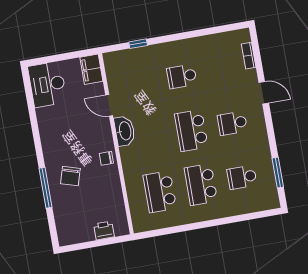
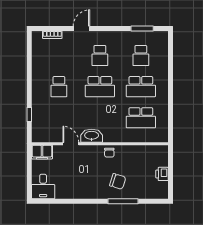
desk: (47, 84) -> (43, 186), width x0.73
door: (109, 105) -> (71, 144), swing flipped
printer: (104, 230) -> (162, 174), moved

